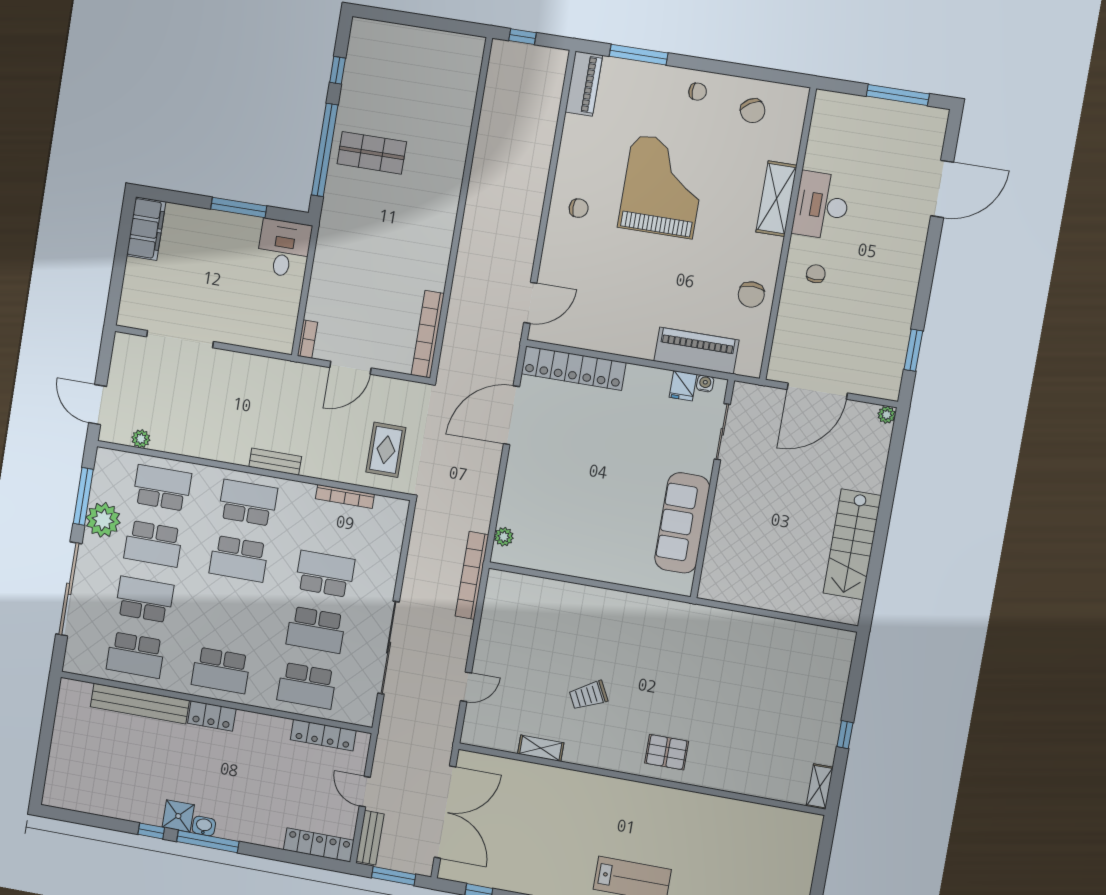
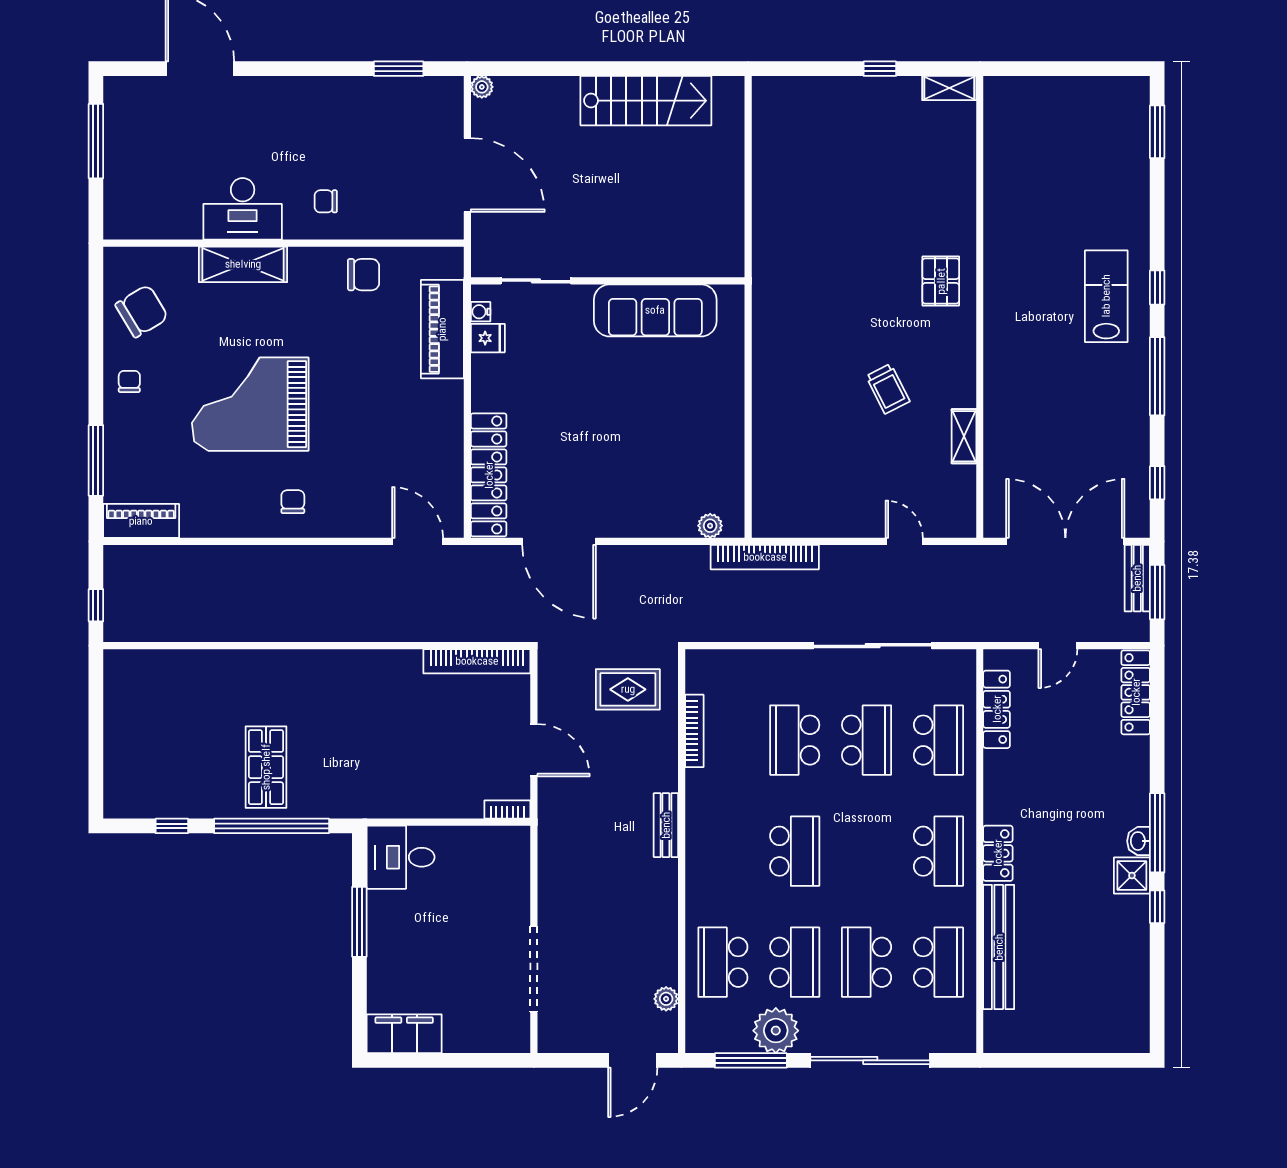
chair: (753, 111) -> (142, 311), width x1.37, depth x1.37
school desk: (248, 503) -> (723, 851), removed
bench: (370, 838) -> (1137, 578), moved, turned 90

